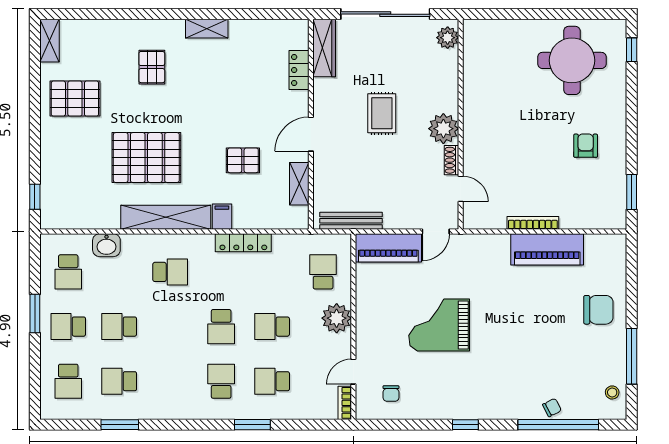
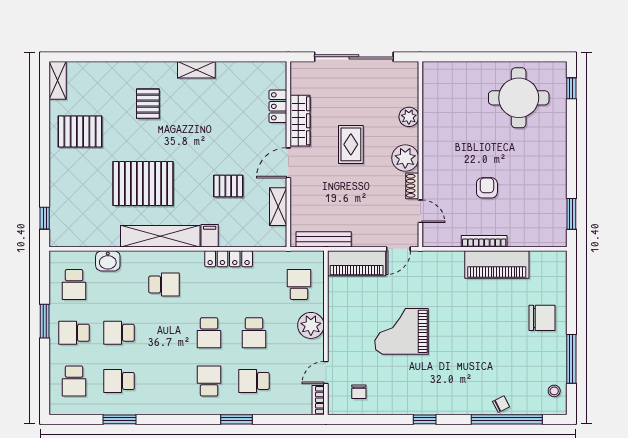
plant: (448, 38) -> (409, 117), moved
wardrobe: (324, 48) -> (300, 121), moved
armchair: (586, 146) -> (487, 188), moved
school desk: (272, 327) -> (254, 333), turned -90

